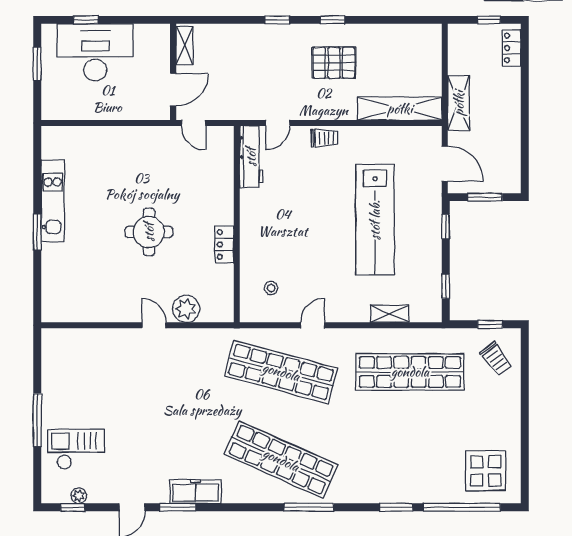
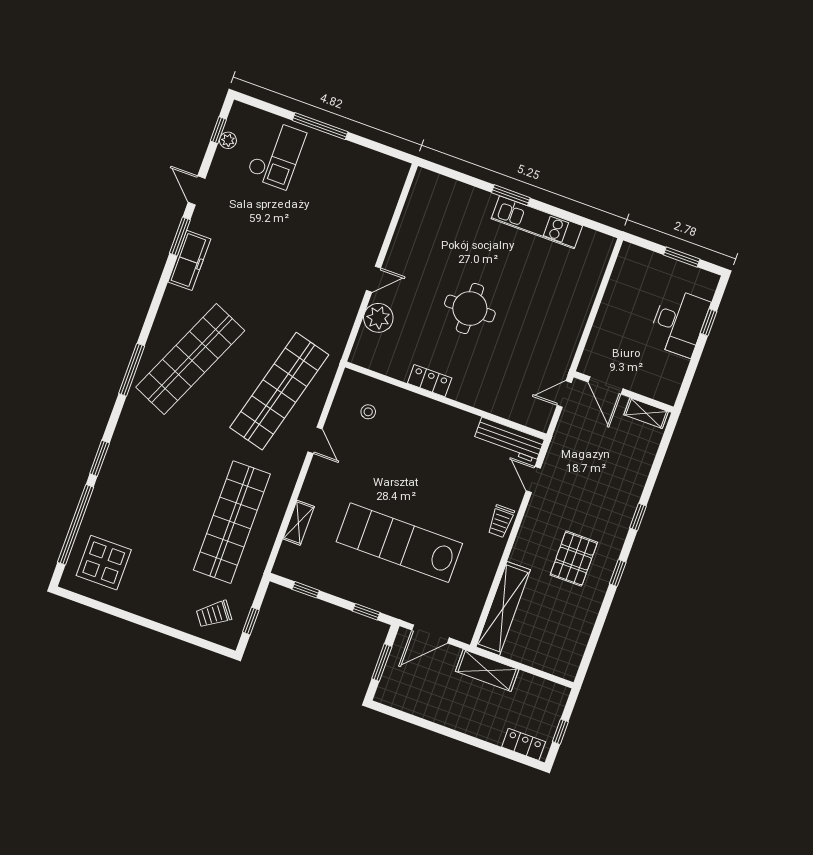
desk: (95, 52) -> (679, 322), width x0.73, depth x0.77

